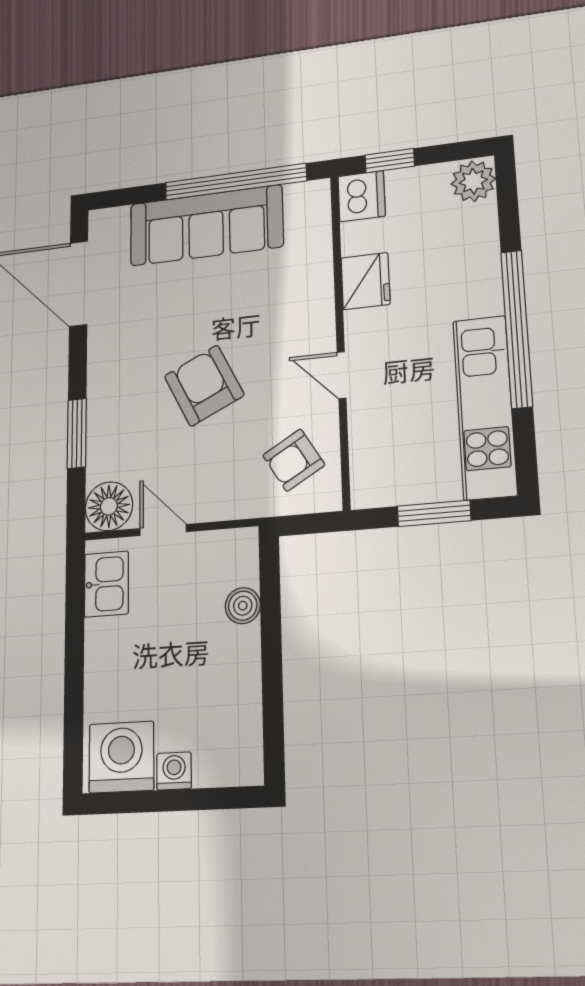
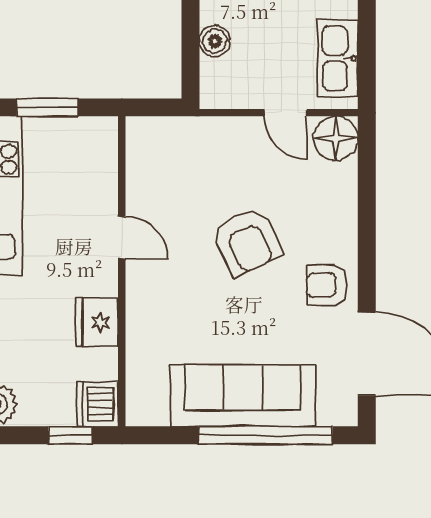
window: (235, 182) -> (265, 435), moved
window: (77, 433) -> (367, 209), removed
armchair: (294, 460) -> (327, 285), moved, turned -149
kitchen sink: (106, 584) -> (338, 58), width x1.38

